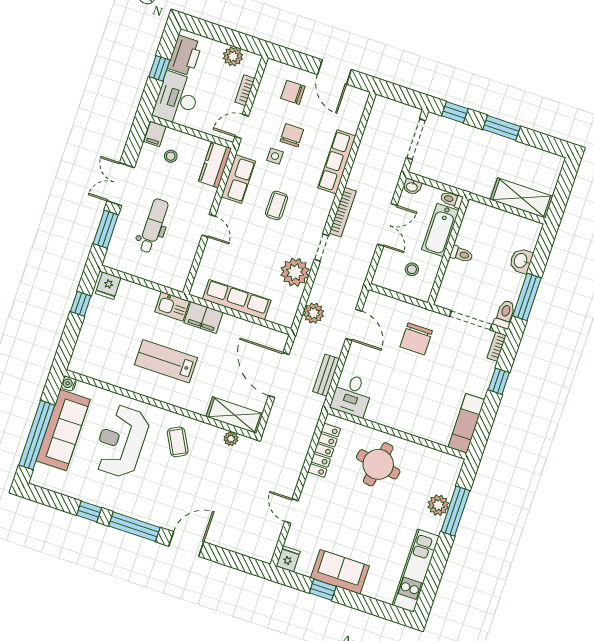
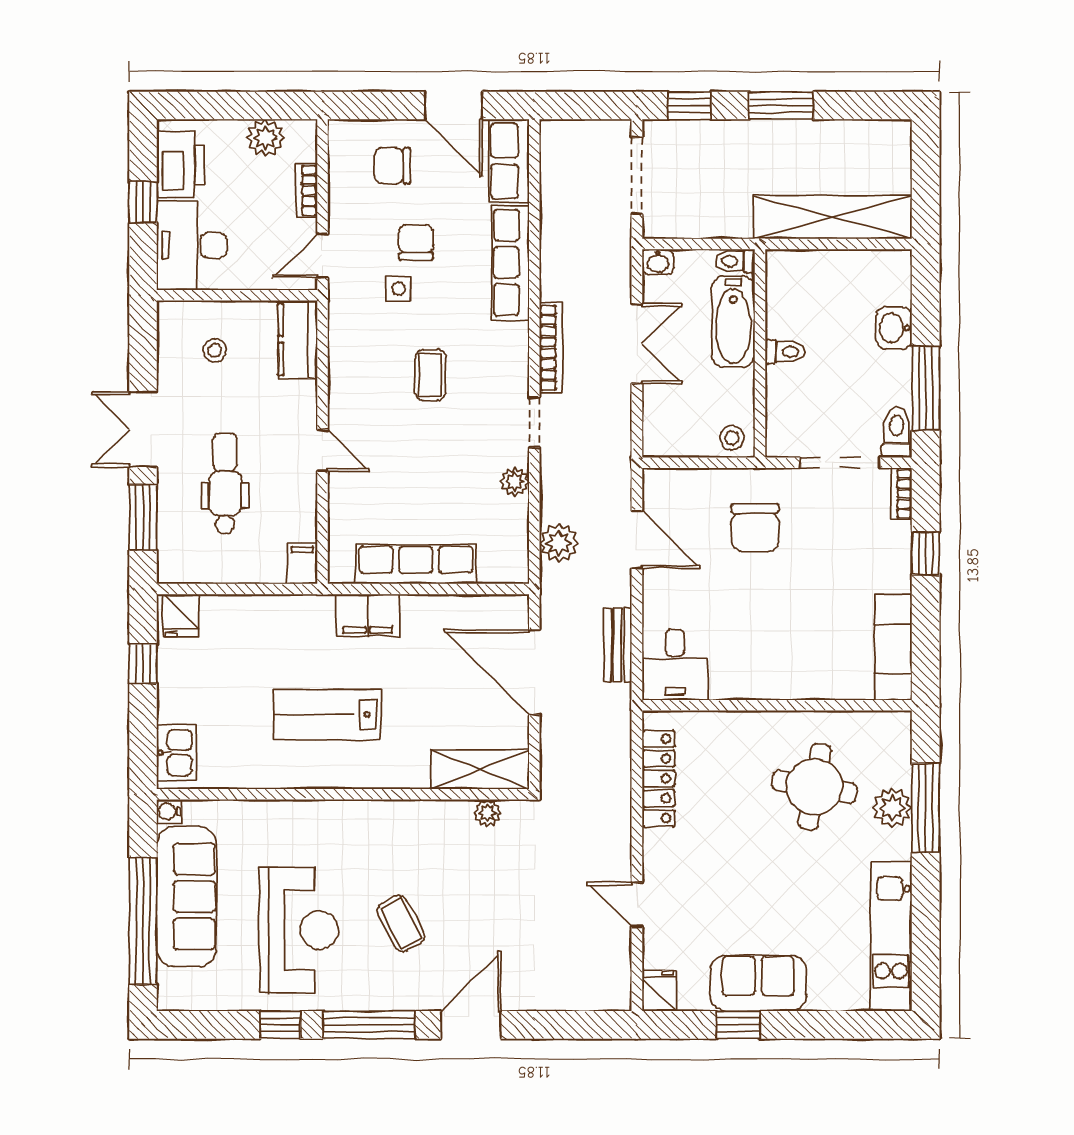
filing cabinet: (155, 134) -> (302, 564), moved, turned 180
row of seats: (238, 179) -> (509, 161), moved, turned 180
shelving: (522, 198) -> (832, 217), width x1.47
stool: (412, 269) -> (732, 438), moved
plant: (295, 272) -> (515, 482), width x0.53, depth x0.53
kitchen sink: (172, 306) -> (177, 753), moved, turned -90
reception desk: (121, 441) -> (299, 930), moved, turned 180
coffee table: (178, 442) -> (401, 923), moved
round table: (378, 464) -> (814, 787), moved

